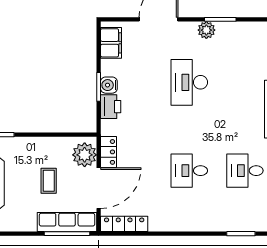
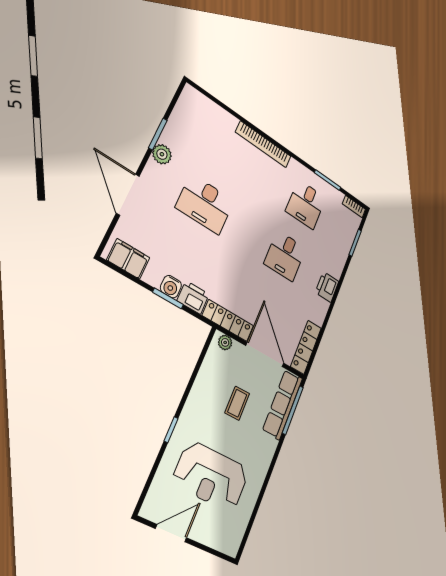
locker: (109, 152) -> (228, 321), width x1.53
plant: (85, 155) -> (225, 342), width x0.53, depth x0.53
coffee table: (49, 181) -> (237, 403), turned 90
printer: (186, 222) -> (327, 287), added

